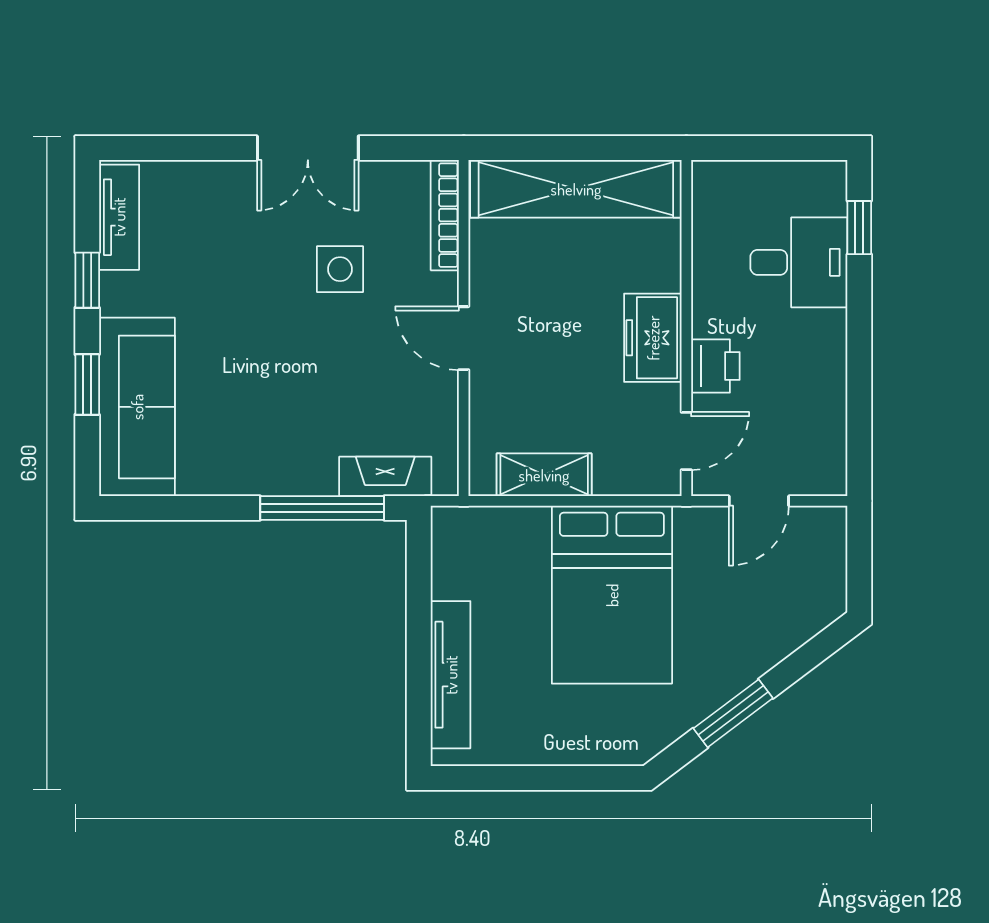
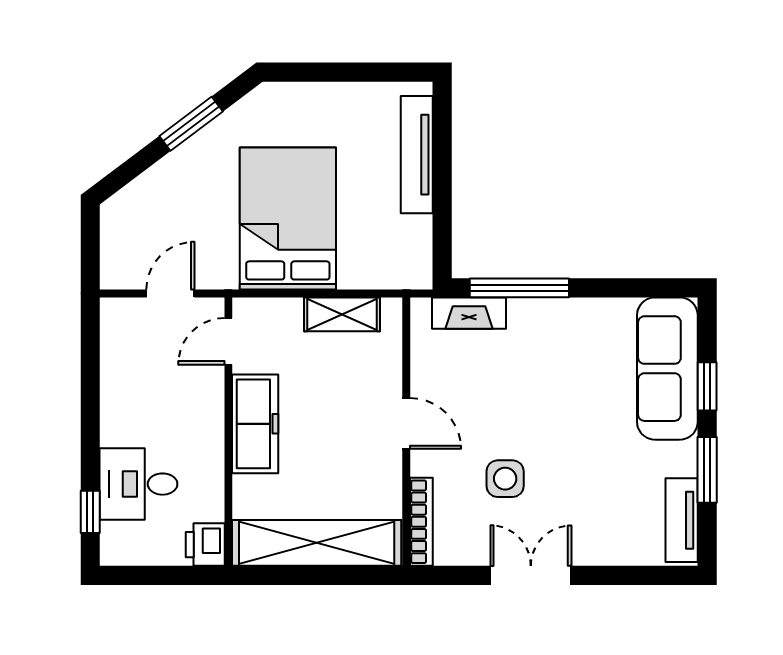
window: (87, 280) -> (707, 470), width x1.50
freezer: (653, 338) -> (255, 424), width x1.40
printer: (715, 366) -> (205, 545), moved

